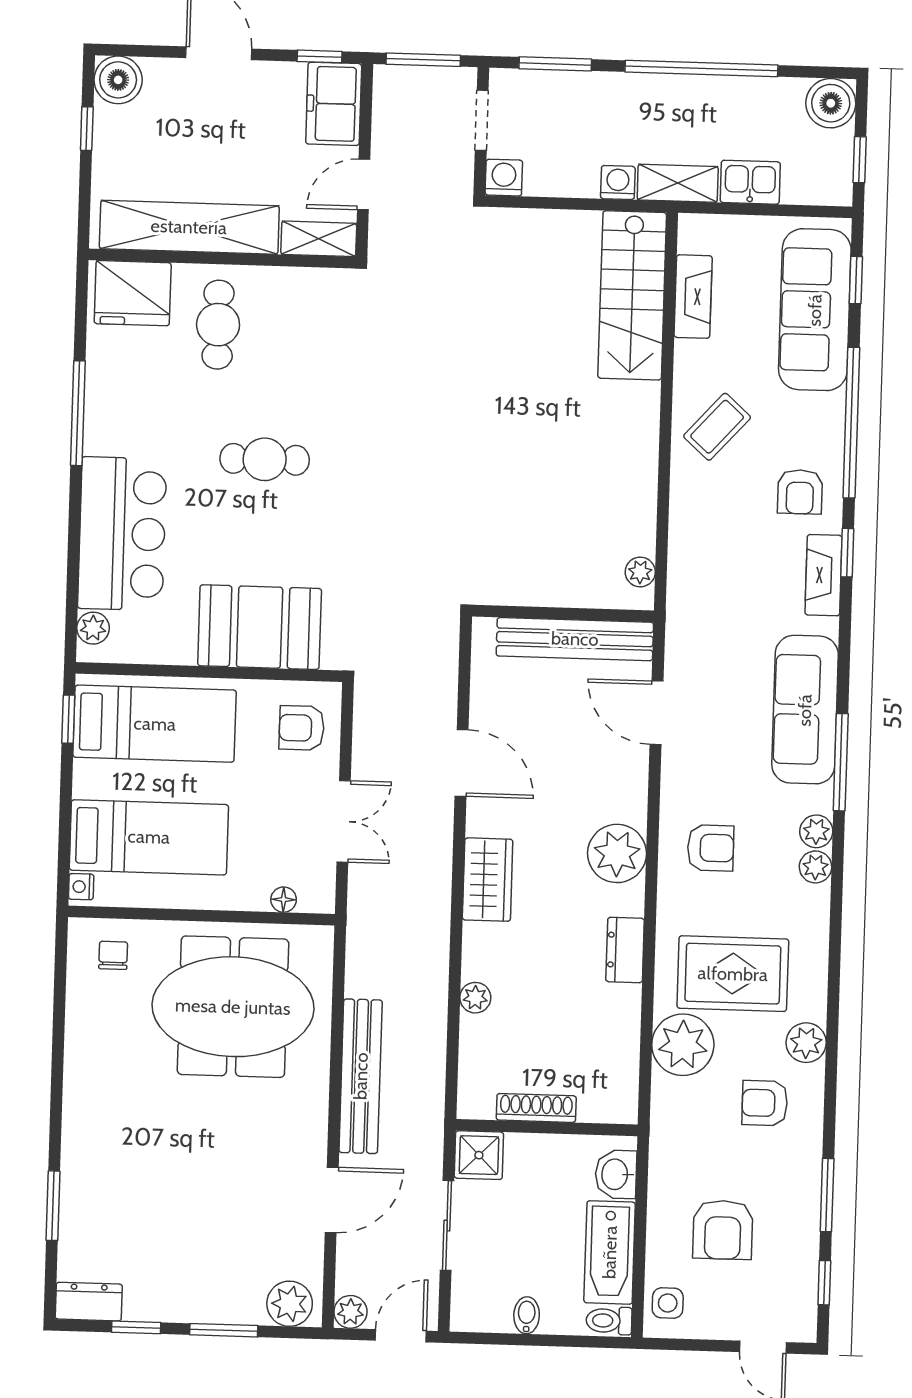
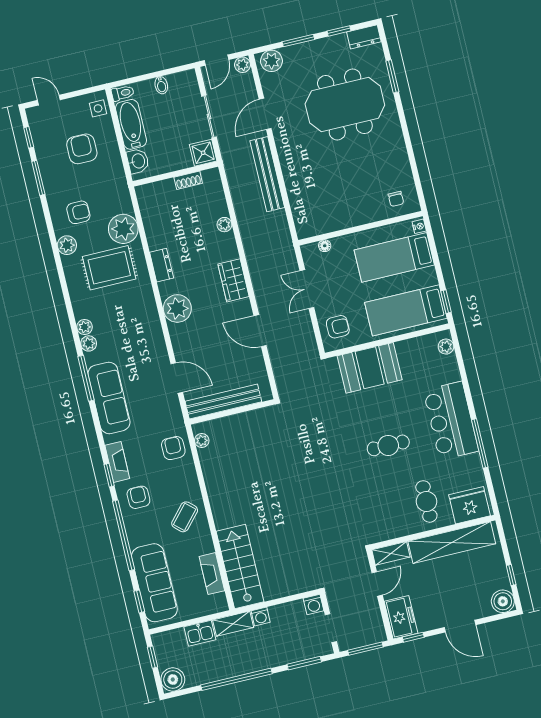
bar counter: (122, 534) -> (451, 421), moved
armchair: (711, 848) -> (173, 448), moved, turned 90
meeting table: (233, 1007) -> (345, 105), moved
shoe rack: (536, 1108) -> (188, 180), width x0.70

